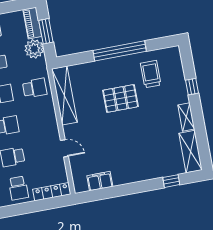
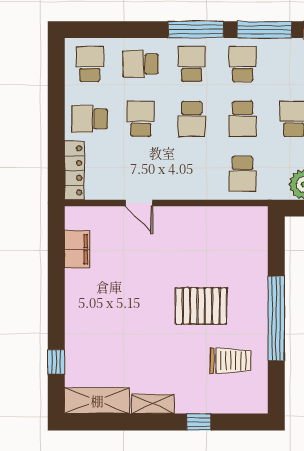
shelving: (65, 96) -> (222, 219), removed
pallet: (120, 98) -> (201, 306), turned 90
door: (64, 148) -> (139, 203), hinge flipped

